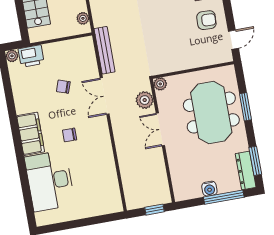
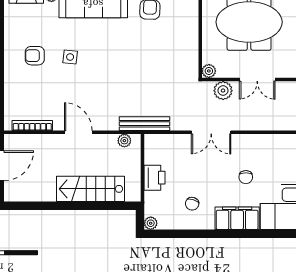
bench: (105, 50) -> (144, 124), moved
printer: (31, 56) -> (155, 178), moved
chair: (63, 87) -> (192, 204), moved

